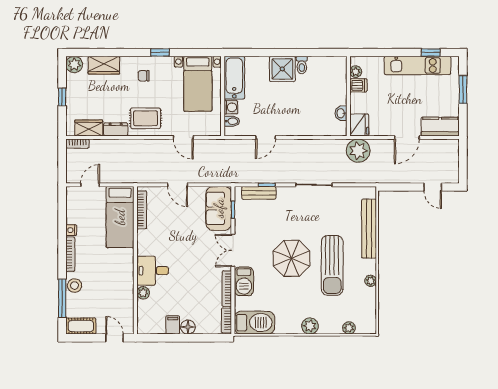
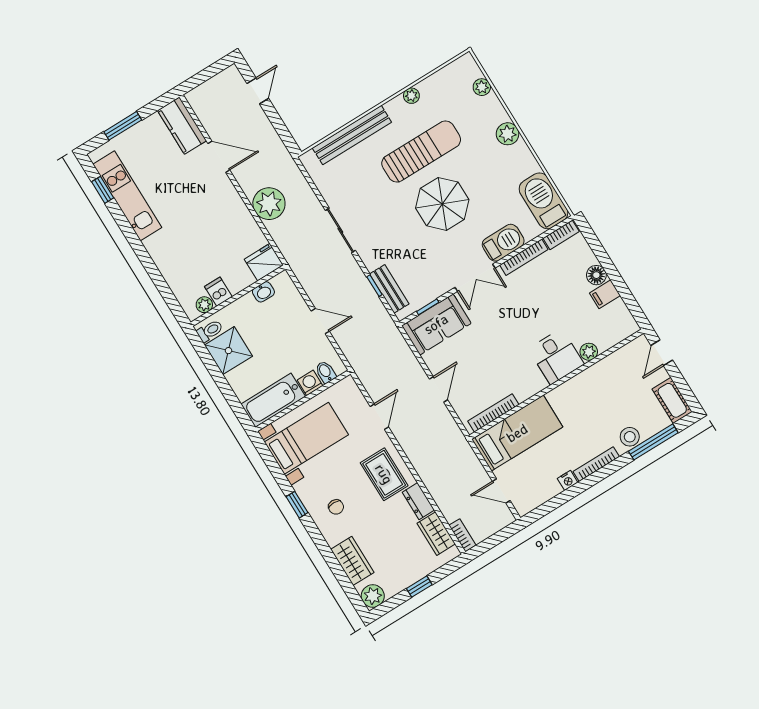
plant: (356, 72) -> (204, 305), moved
dishwasher: (358, 85) -> (218, 292), moved
wall: (348, 96) -> (238, 296), moved
washbasin: (341, 113) -> (263, 292), moved
fridge: (359, 125) -> (264, 262), moved

